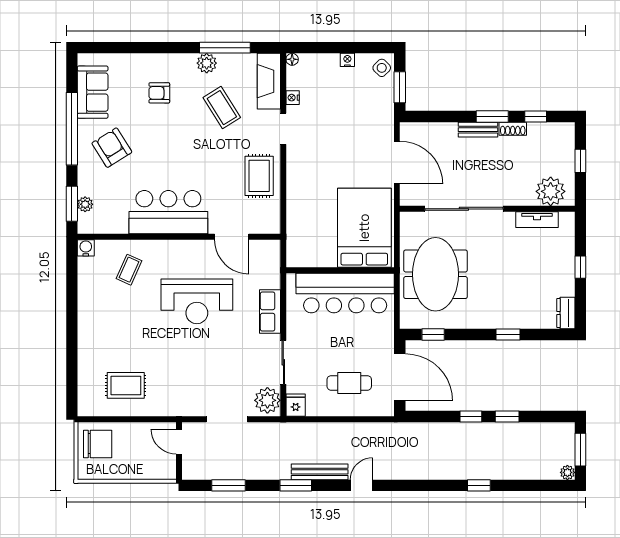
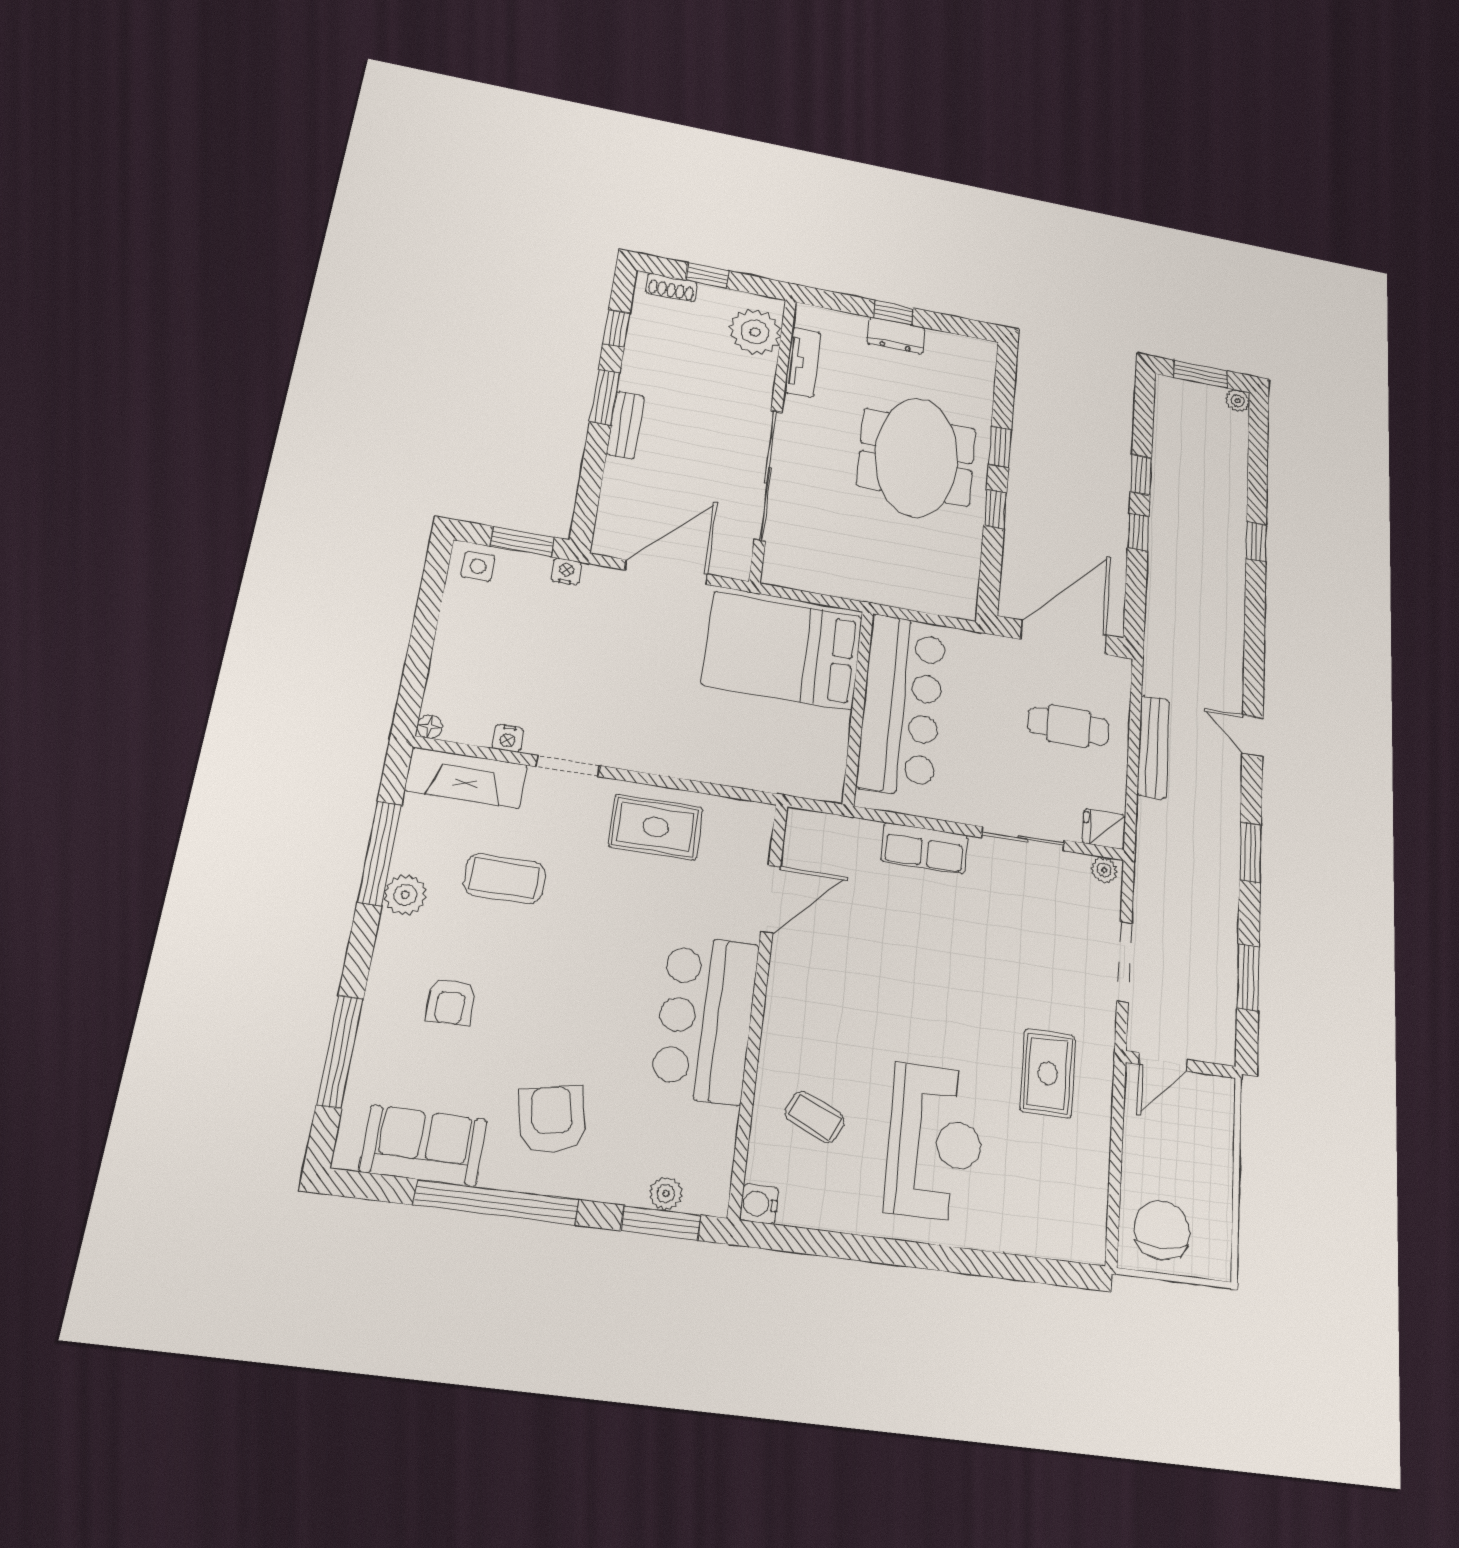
window: (129, 48) -> (340, 1052), added
nightstand: (347, 60) -> (566, 571), moved, turned 90
side table: (382, 68) -> (478, 566), turned 45
coffee table: (222, 108) -> (504, 879), turned 32
shoe rack: (513, 129) -> (671, 288), moved, turned 90
armchair: (112, 148) -> (552, 1119), turned 110
meeting table: (435, 274) -> (917, 457), moved, turned 90
reception desk: (197, 301) -> (935, 1142), moved
dresser: (566, 313) -> (896, 336), moved
window: (433, 335) -> (995, 509), moved
cafe table: (349, 383) -> (1068, 726), turned 90
rug: (126, 385) -> (1048, 1073), moved
plant: (267, 400) -> (1104, 870), width x0.53, depth x0.53
bench: (320, 472) -> (1153, 747), moved

